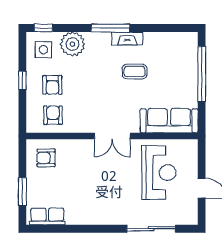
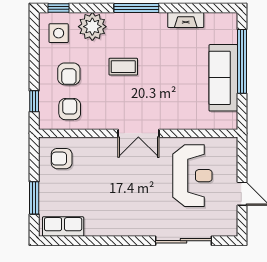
fireplace: (127, 38) -> (186, 20), moved
coffee table: (135, 72) -> (123, 67), moved
window: (22, 80) -> (34, 101), moved
sofa: (169, 121) -> (223, 78), moved, turned -90

